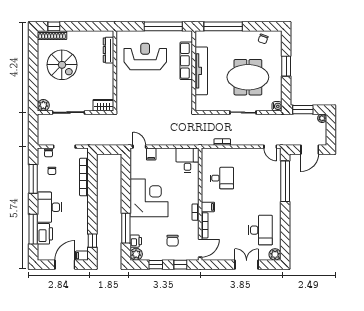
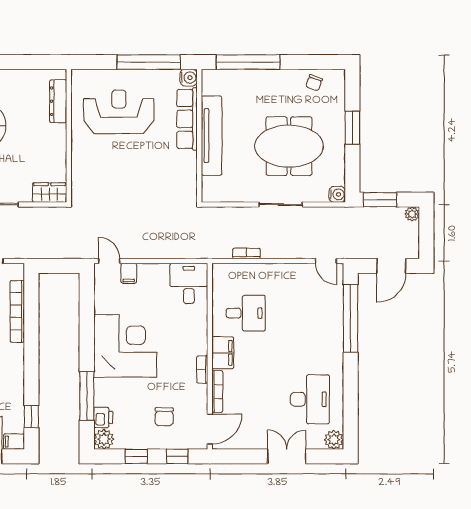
water cooler: (187, 36) -> (189, 78), added
filing cabinet: (208, 207) -> (223, 353), width x2.00

